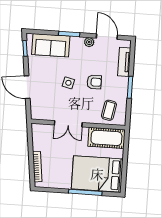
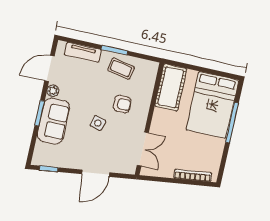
sofa: (51, 45) -> (53, 121), moved
armchair: (94, 82) -> (122, 104), moved, turned 90
coffee table: (109, 110) -> (121, 69), moved
double door: (68, 124) -> (143, 149), moved

